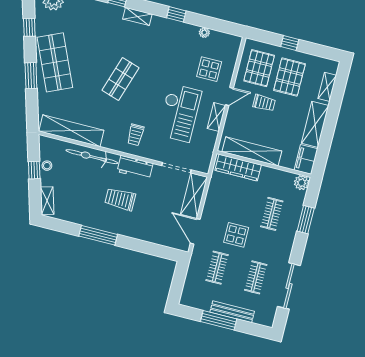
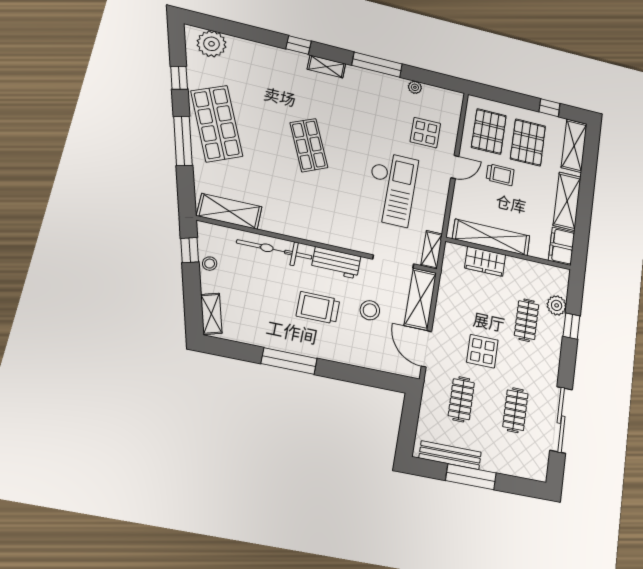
window: (176, 14) -> (377, 65), width x2.17
window: (290, 43) -> (549, 108), moved
window: (31, 76) -> (183, 141), width x1.44
shop shelf: (121, 79) -> (309, 145), turned -42
shelving: (327, 87) -> (574, 146), width x1.50, depth x1.33
shelving: (216, 117) -> (432, 250), moved
shelving: (71, 131) -> (229, 211), width x0.68
trolley: (136, 135) -> (334, 218), removed
wardrobe: (238, 168) -> (485, 261), width x0.67
window: (34, 170) -> (190, 250), moved
plant: (302, 183) -> (557, 305), moved
stool: (157, 202) -> (370, 310), added
window: (306, 220) -> (571, 326), width x0.67
bench: (232, 312) -> (450, 455), moved

